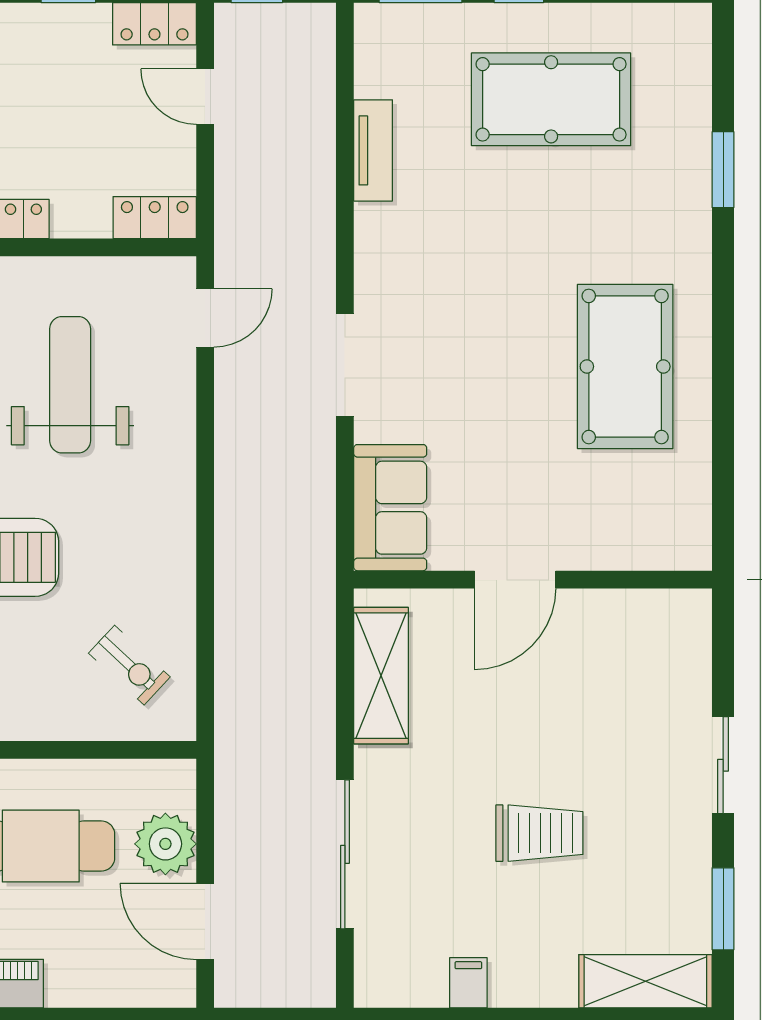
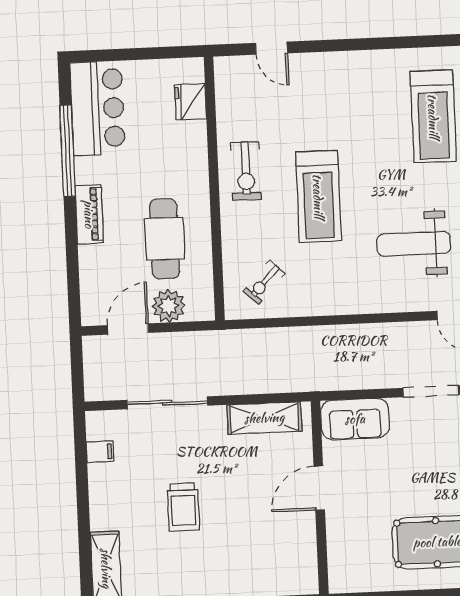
weight bench: (70, 385) -> (414, 244), turned 180
door: (515, 580) -> (319, 488), hinge flipped
filing cabinet: (468, 983) -> (100, 452), moved

